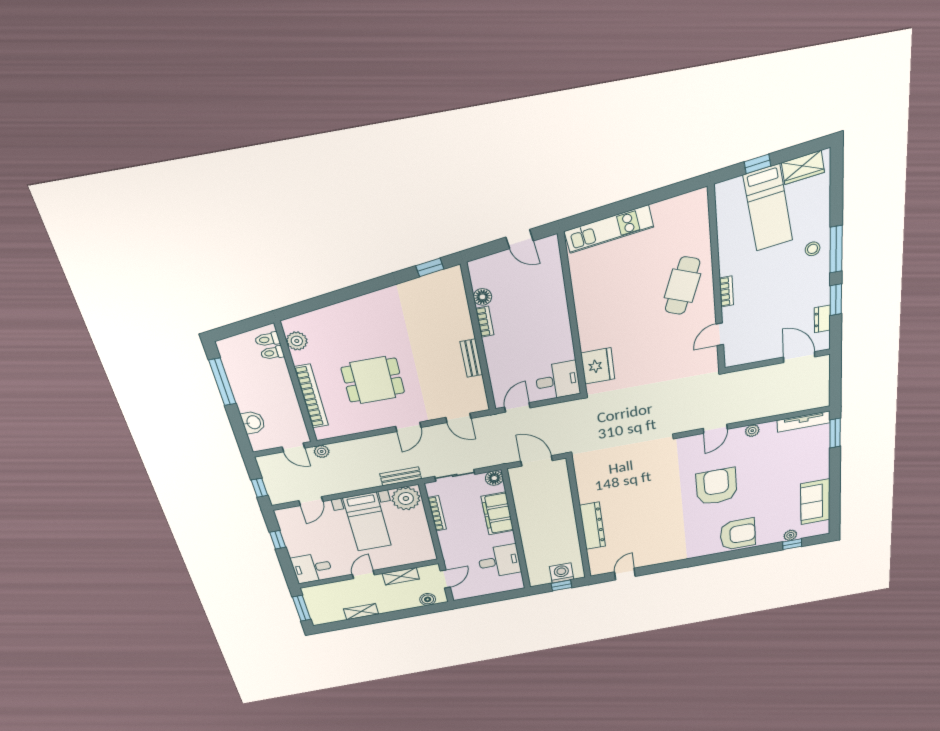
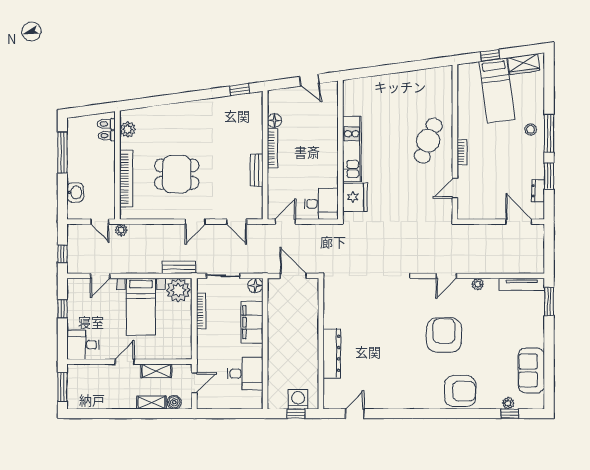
kitchen unit: (609, 229) -> (352, 149), moved, turned -82
bookcase: (485, 322) -> (272, 148), width x1.56
shelving: (361, 612) -> (151, 403), moved

